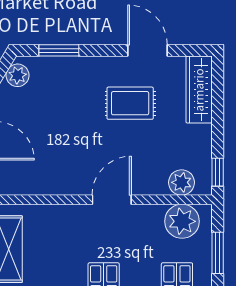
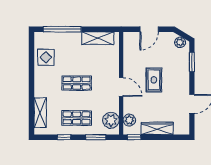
wardrobe: (199, 90) -> (157, 128), moved
rug: (130, 103) -> (154, 80), moved

